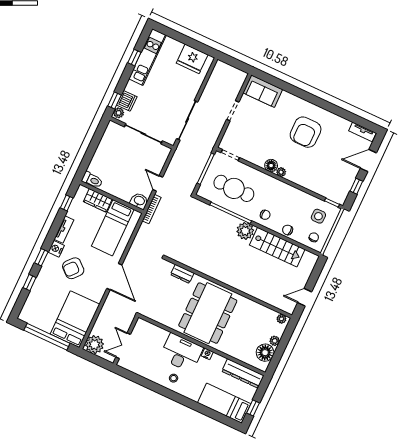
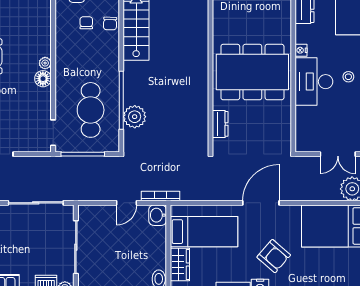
chair: (265, 215) -> (86, 23), moved
plant: (245, 231) -> (135, 117), moved

